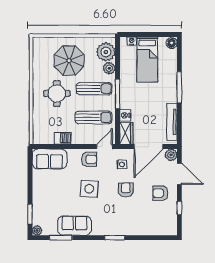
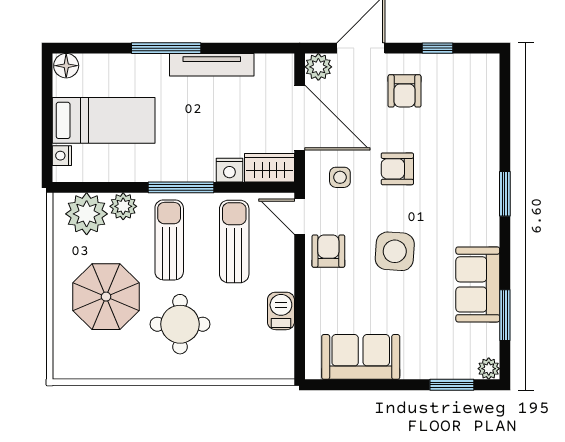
tv unit: (172, 122) -> (212, 65), moved
sofa: (50, 159) -> (361, 357), moved, turned -90

